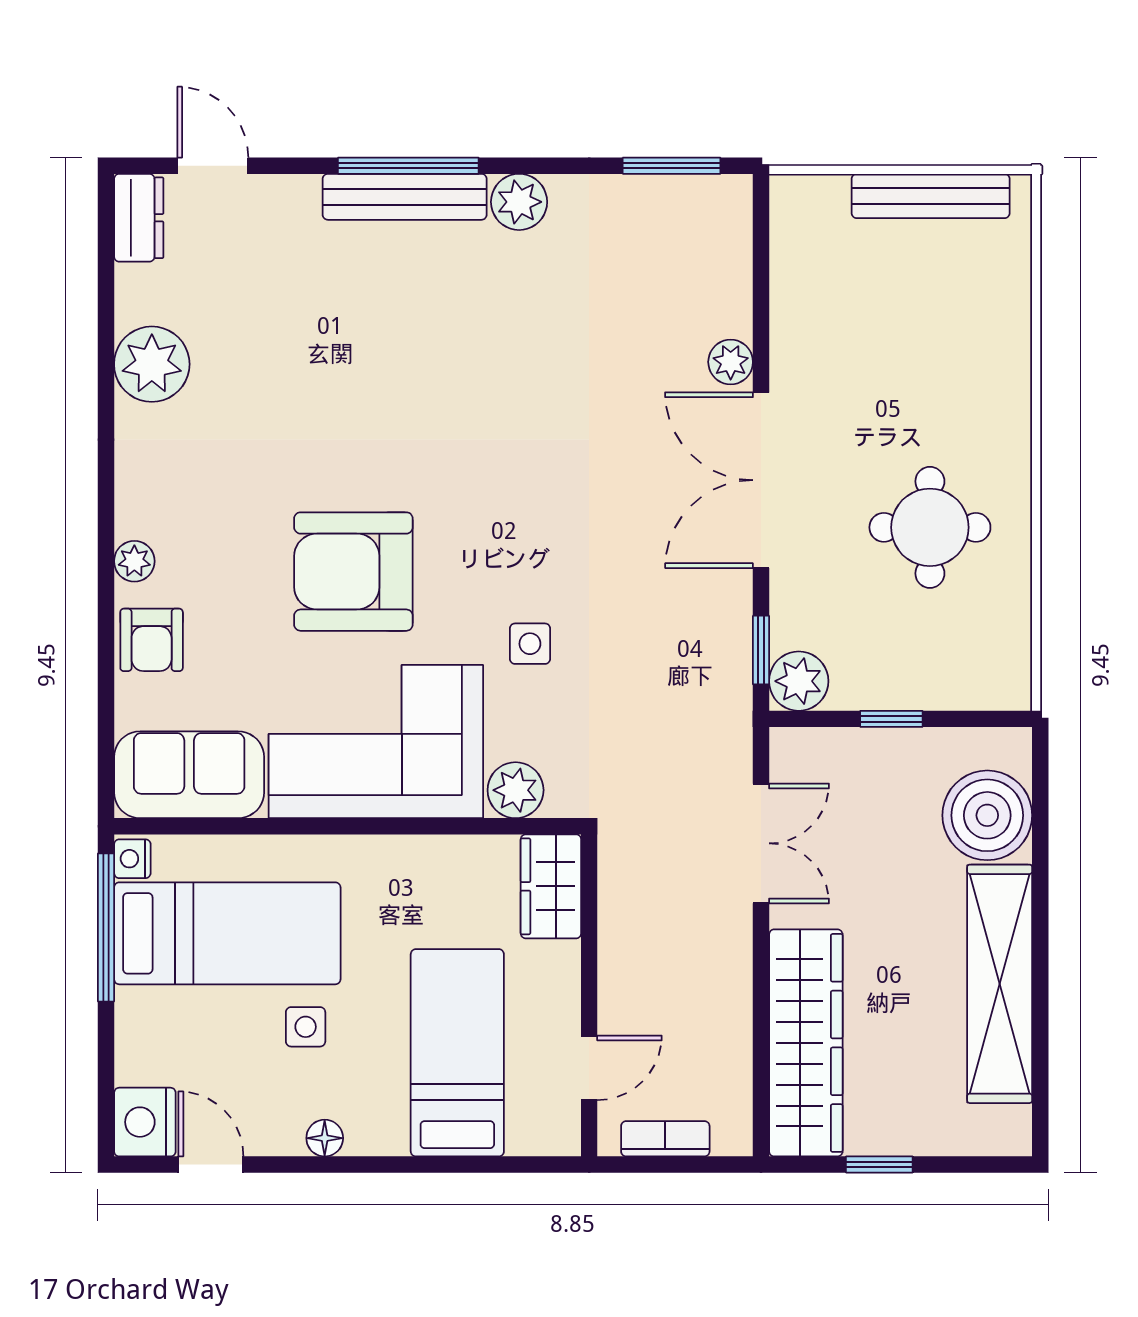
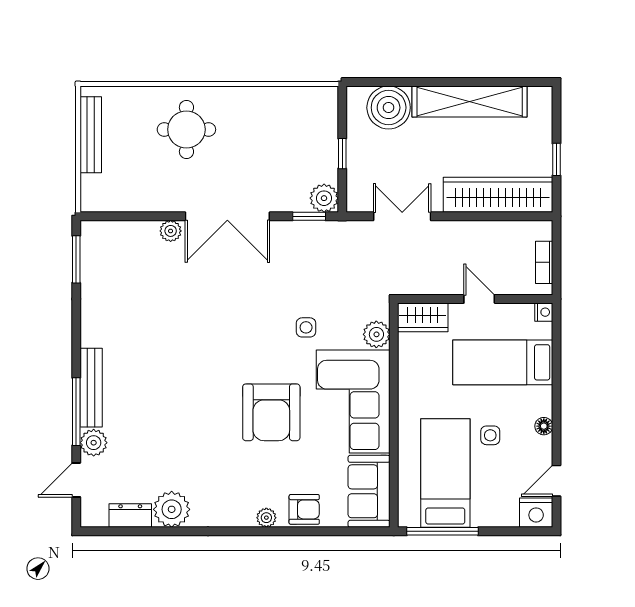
window: (408, 166) -> (76, 412), moved
plant: (519, 202) -> (94, 443), moved
dresser: (139, 218) -> (130, 516), moved
round table: (930, 527) -> (186, 129), moved
nightstand: (132, 859) -> (544, 312), moved, turned -90
door: (589, 1068) -> (479, 299), moved

